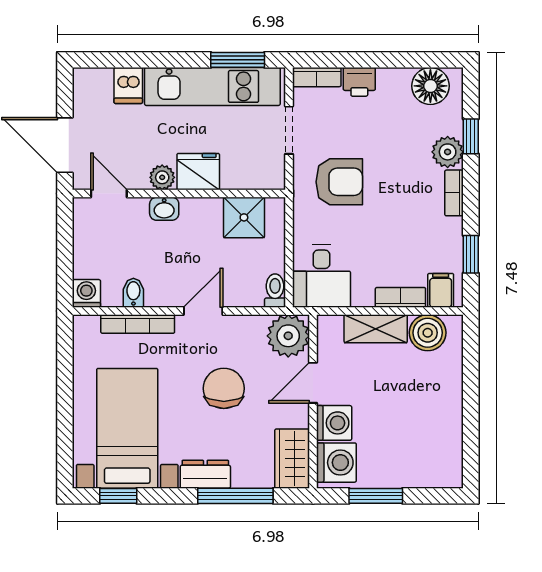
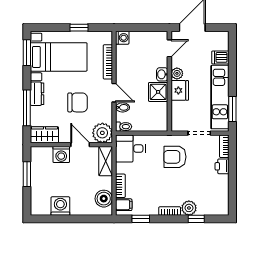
floor lamp: (430, 86) -> (220, 200), removed
armchair: (339, 182) -> (175, 157), turned 90
shower: (244, 217) -> (158, 92), moved
bidet: (133, 293) -> (123, 107), moved
shelving: (376, 329) -> (106, 161), moved
window: (65, 385) -> (79, 28), added
washing machine: (336, 463) -> (60, 206), moved, turned 180
window: (118, 496) -> (27, 53), width x1.50

